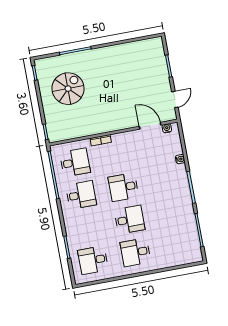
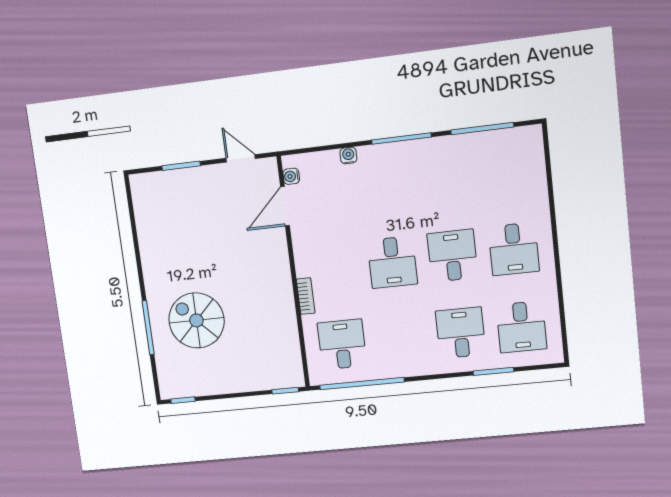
spiral stairs: (68, 89) -> (196, 320), moved
desk: (81, 195) -> (461, 333), moved

